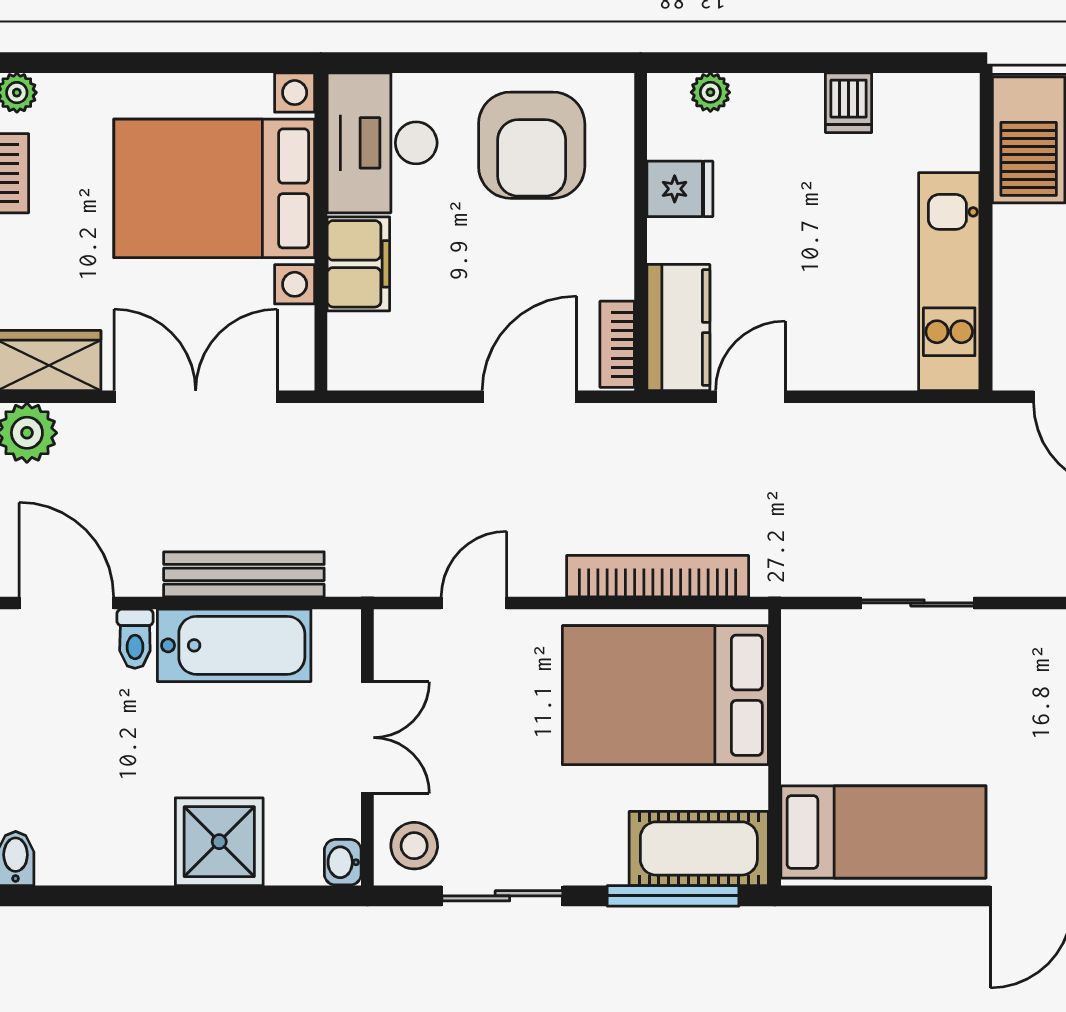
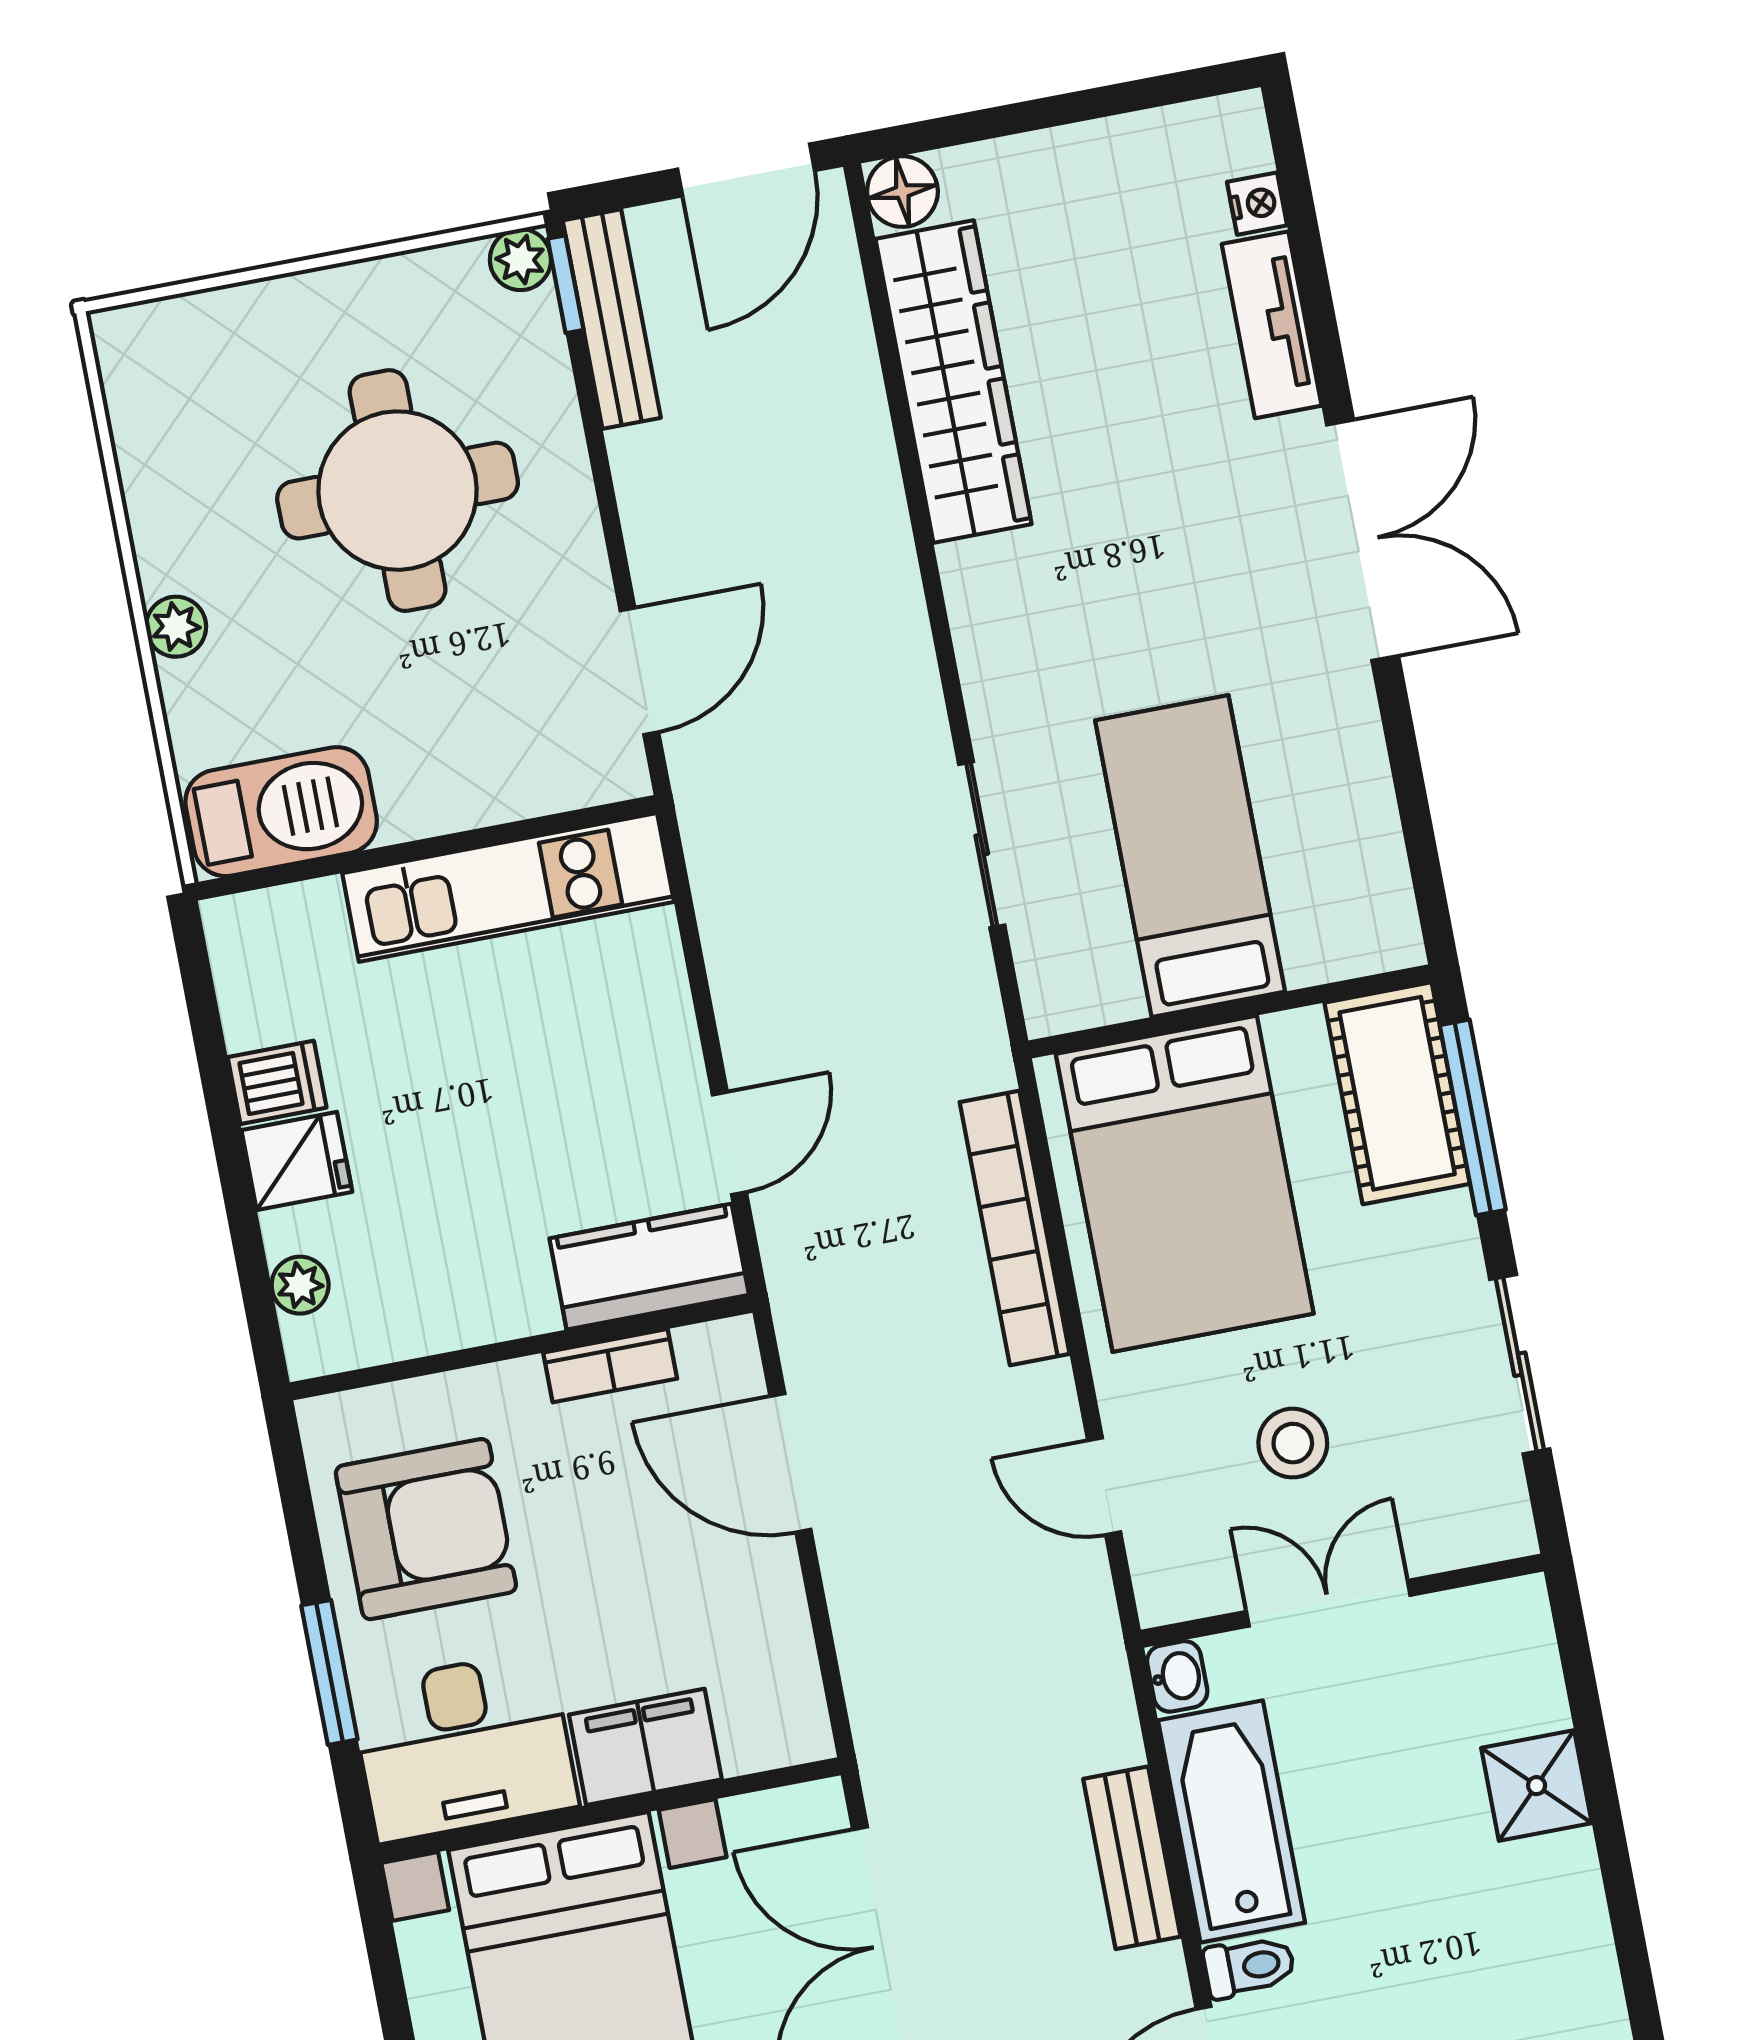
window: (448, 63) -> (329, 1672), added
fridge: (680, 189) -> (297, 1161), moved, turned 90
bookcase: (617, 344) -> (610, 1366), moved
door: (750, 397) -> (729, 1143), swing flipped
bench: (244, 574) -> (1132, 1858), width x0.73
bed: (883, 832) -> (1190, 856), moved
shower: (219, 842) -> (1537, 1786), width x0.73, depth x0.73
stool: (414, 846) -> (1293, 1443), moved
washbasin: (343, 862) -> (1177, 1676), moved, turned -90

